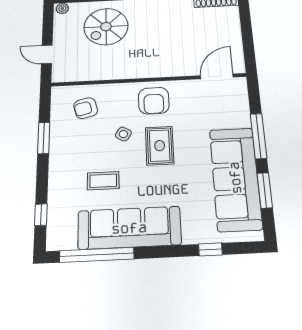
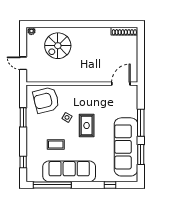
armchair: (154, 101) -> (84, 98), removed
armchair: (86, 108) -> (46, 100), width x1.88, depth x1.88

